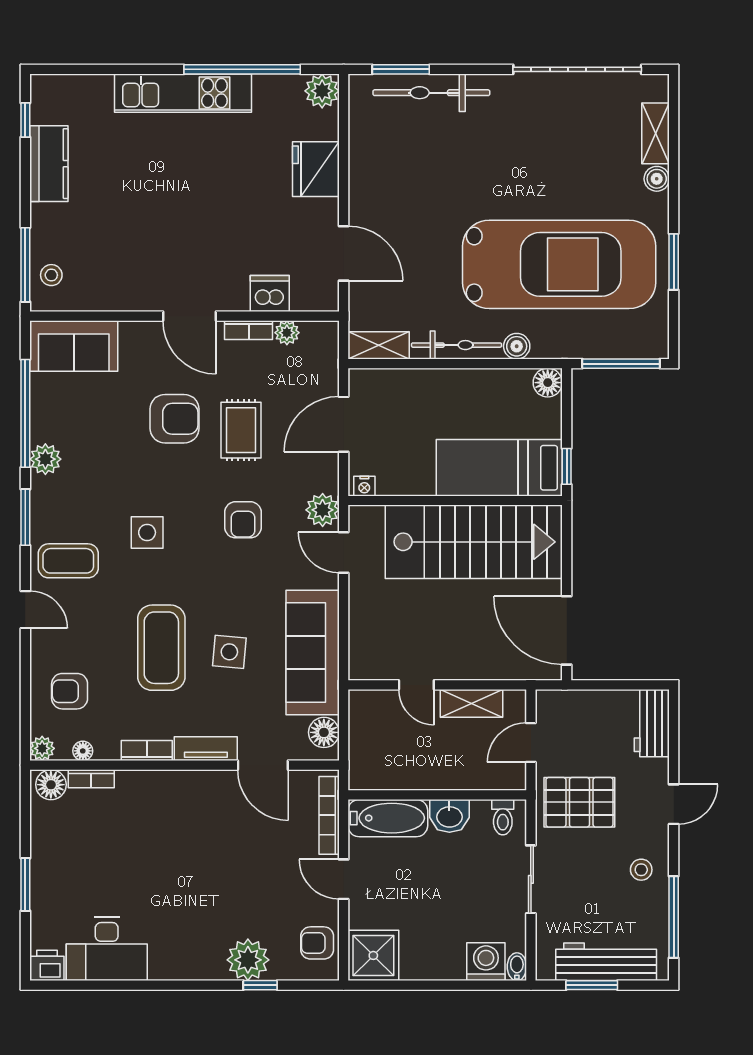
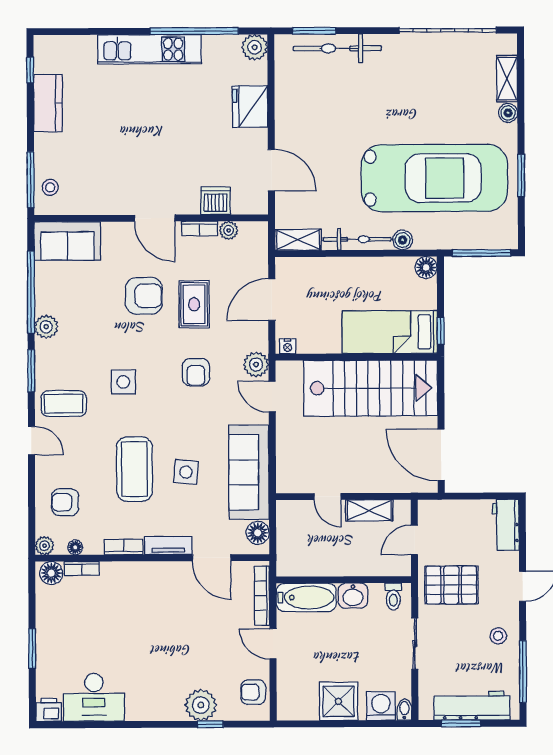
shower: (373, 955) -> (339, 701), moved

